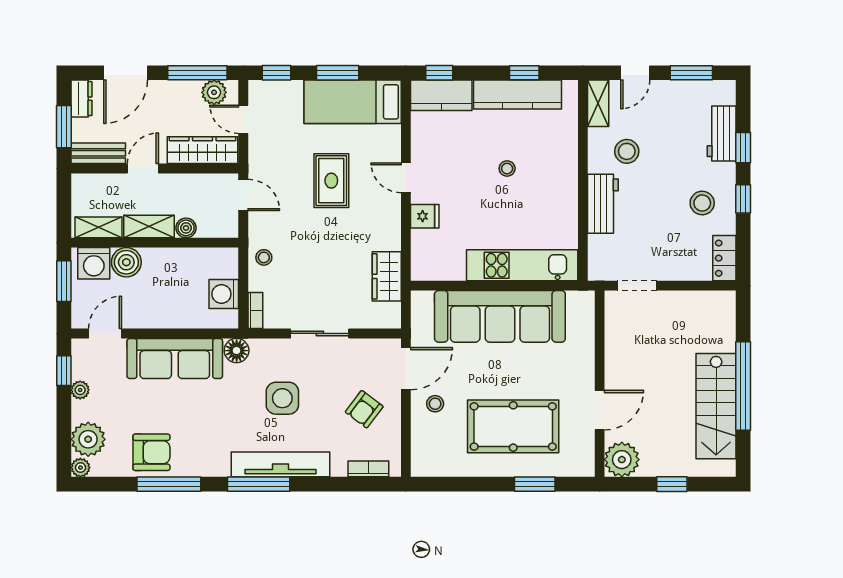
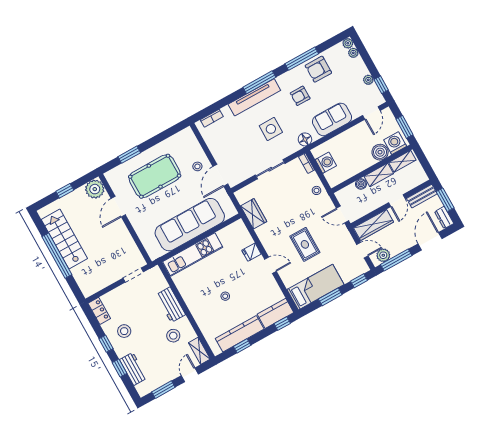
sofa: (175, 359) -> (332, 119), width x0.73
armchair: (364, 409) -> (300, 96), moved, turned -127
plant: (88, 439) -> (353, 53), width x0.53, depth x0.53

